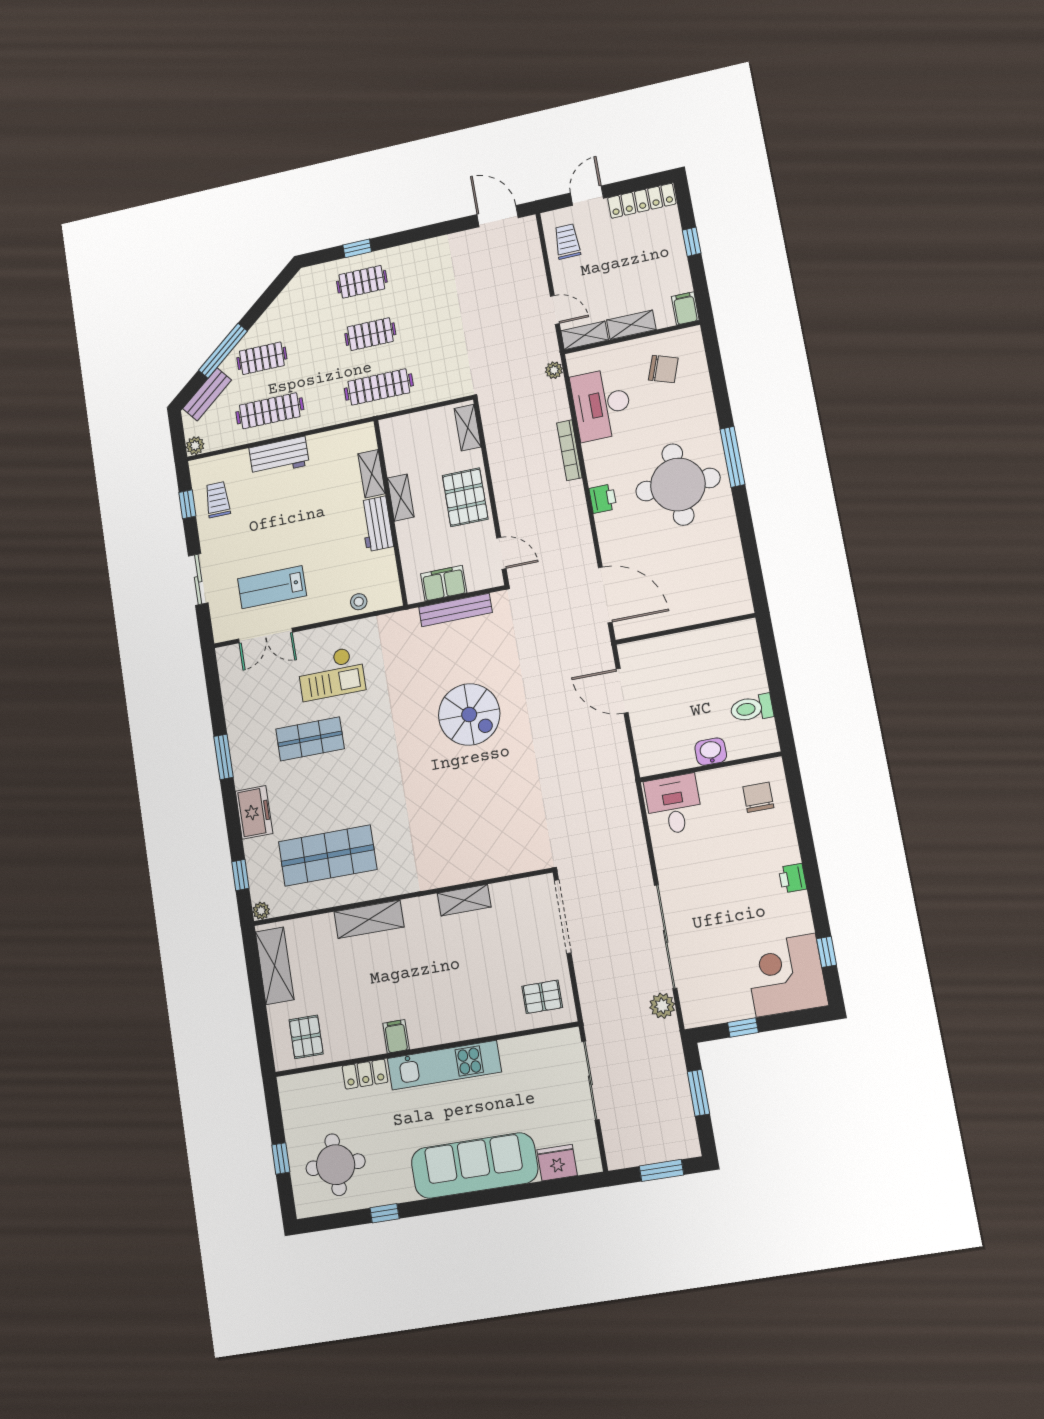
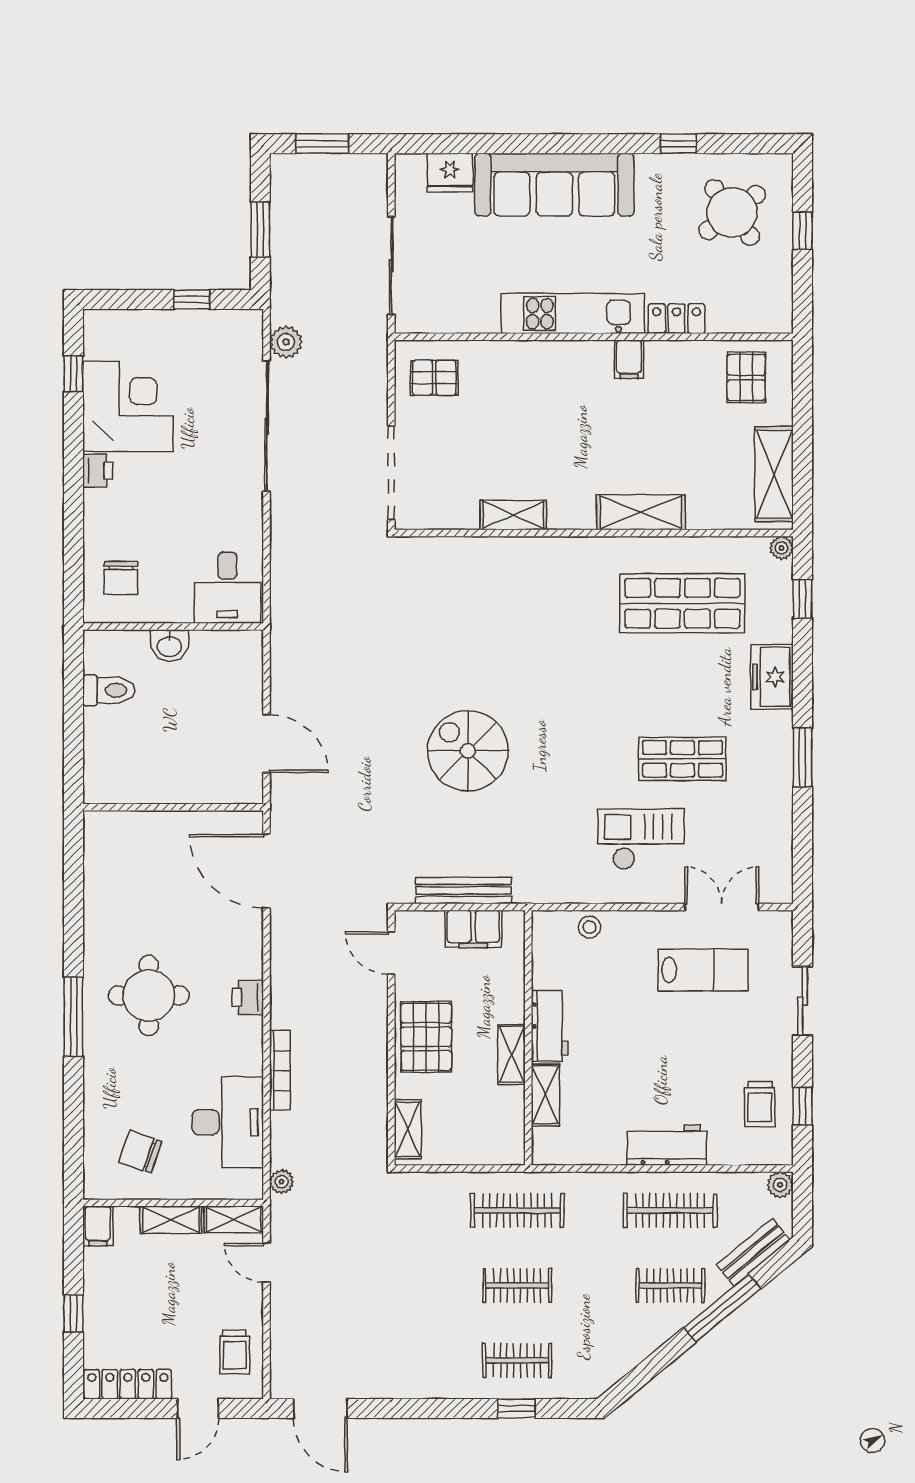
round table: (678, 485) -> (149, 995), width x0.73, depth x0.73
corner desk: (786, 975) -> (128, 406), moved, turned -90
round table: (336, 1165) -> (732, 212), turned -37

